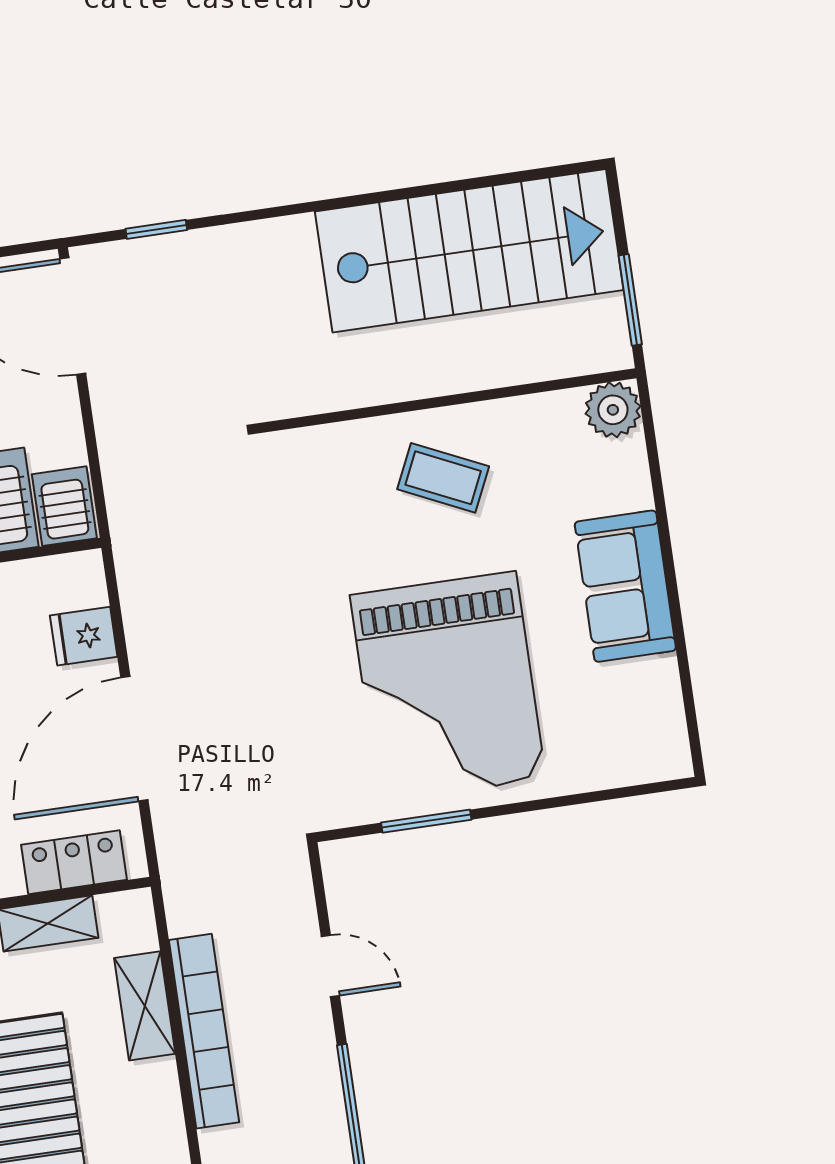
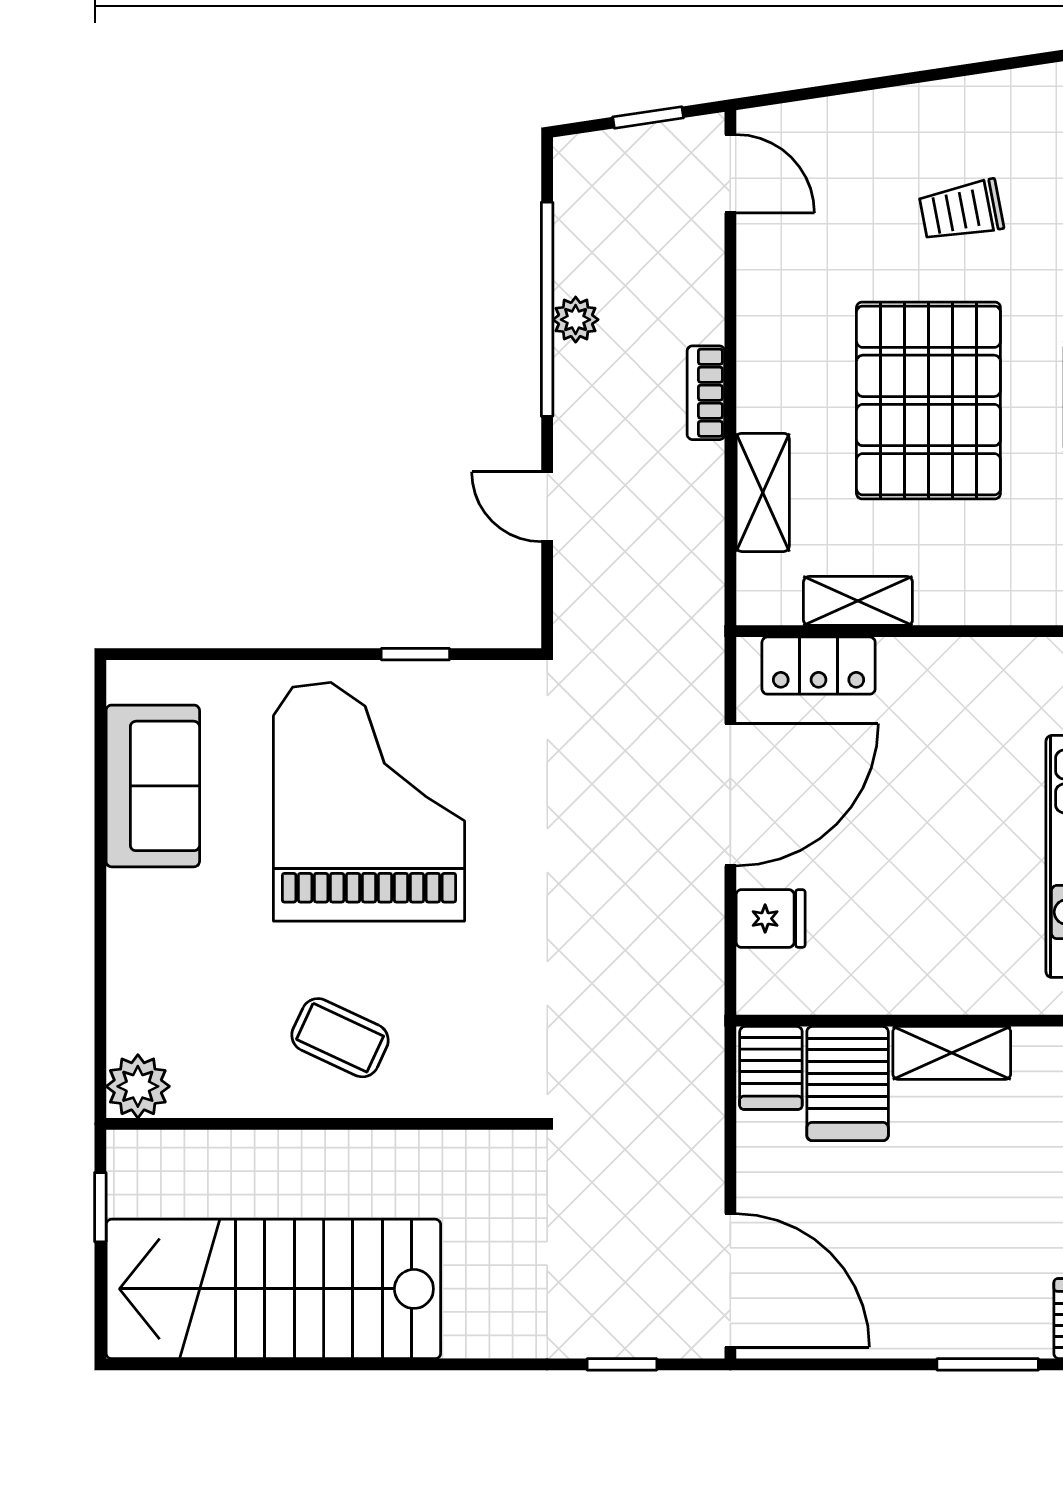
window: (630, 300) -> (100, 1207), width x0.67
sofa: (625, 586) -> (153, 786), moved
window: (426, 821) -> (415, 654), width x0.67
bookcase: (204, 1031) -> (706, 393), width x0.43, depth x0.76
plant: (329, 1132) -> (576, 320), added

